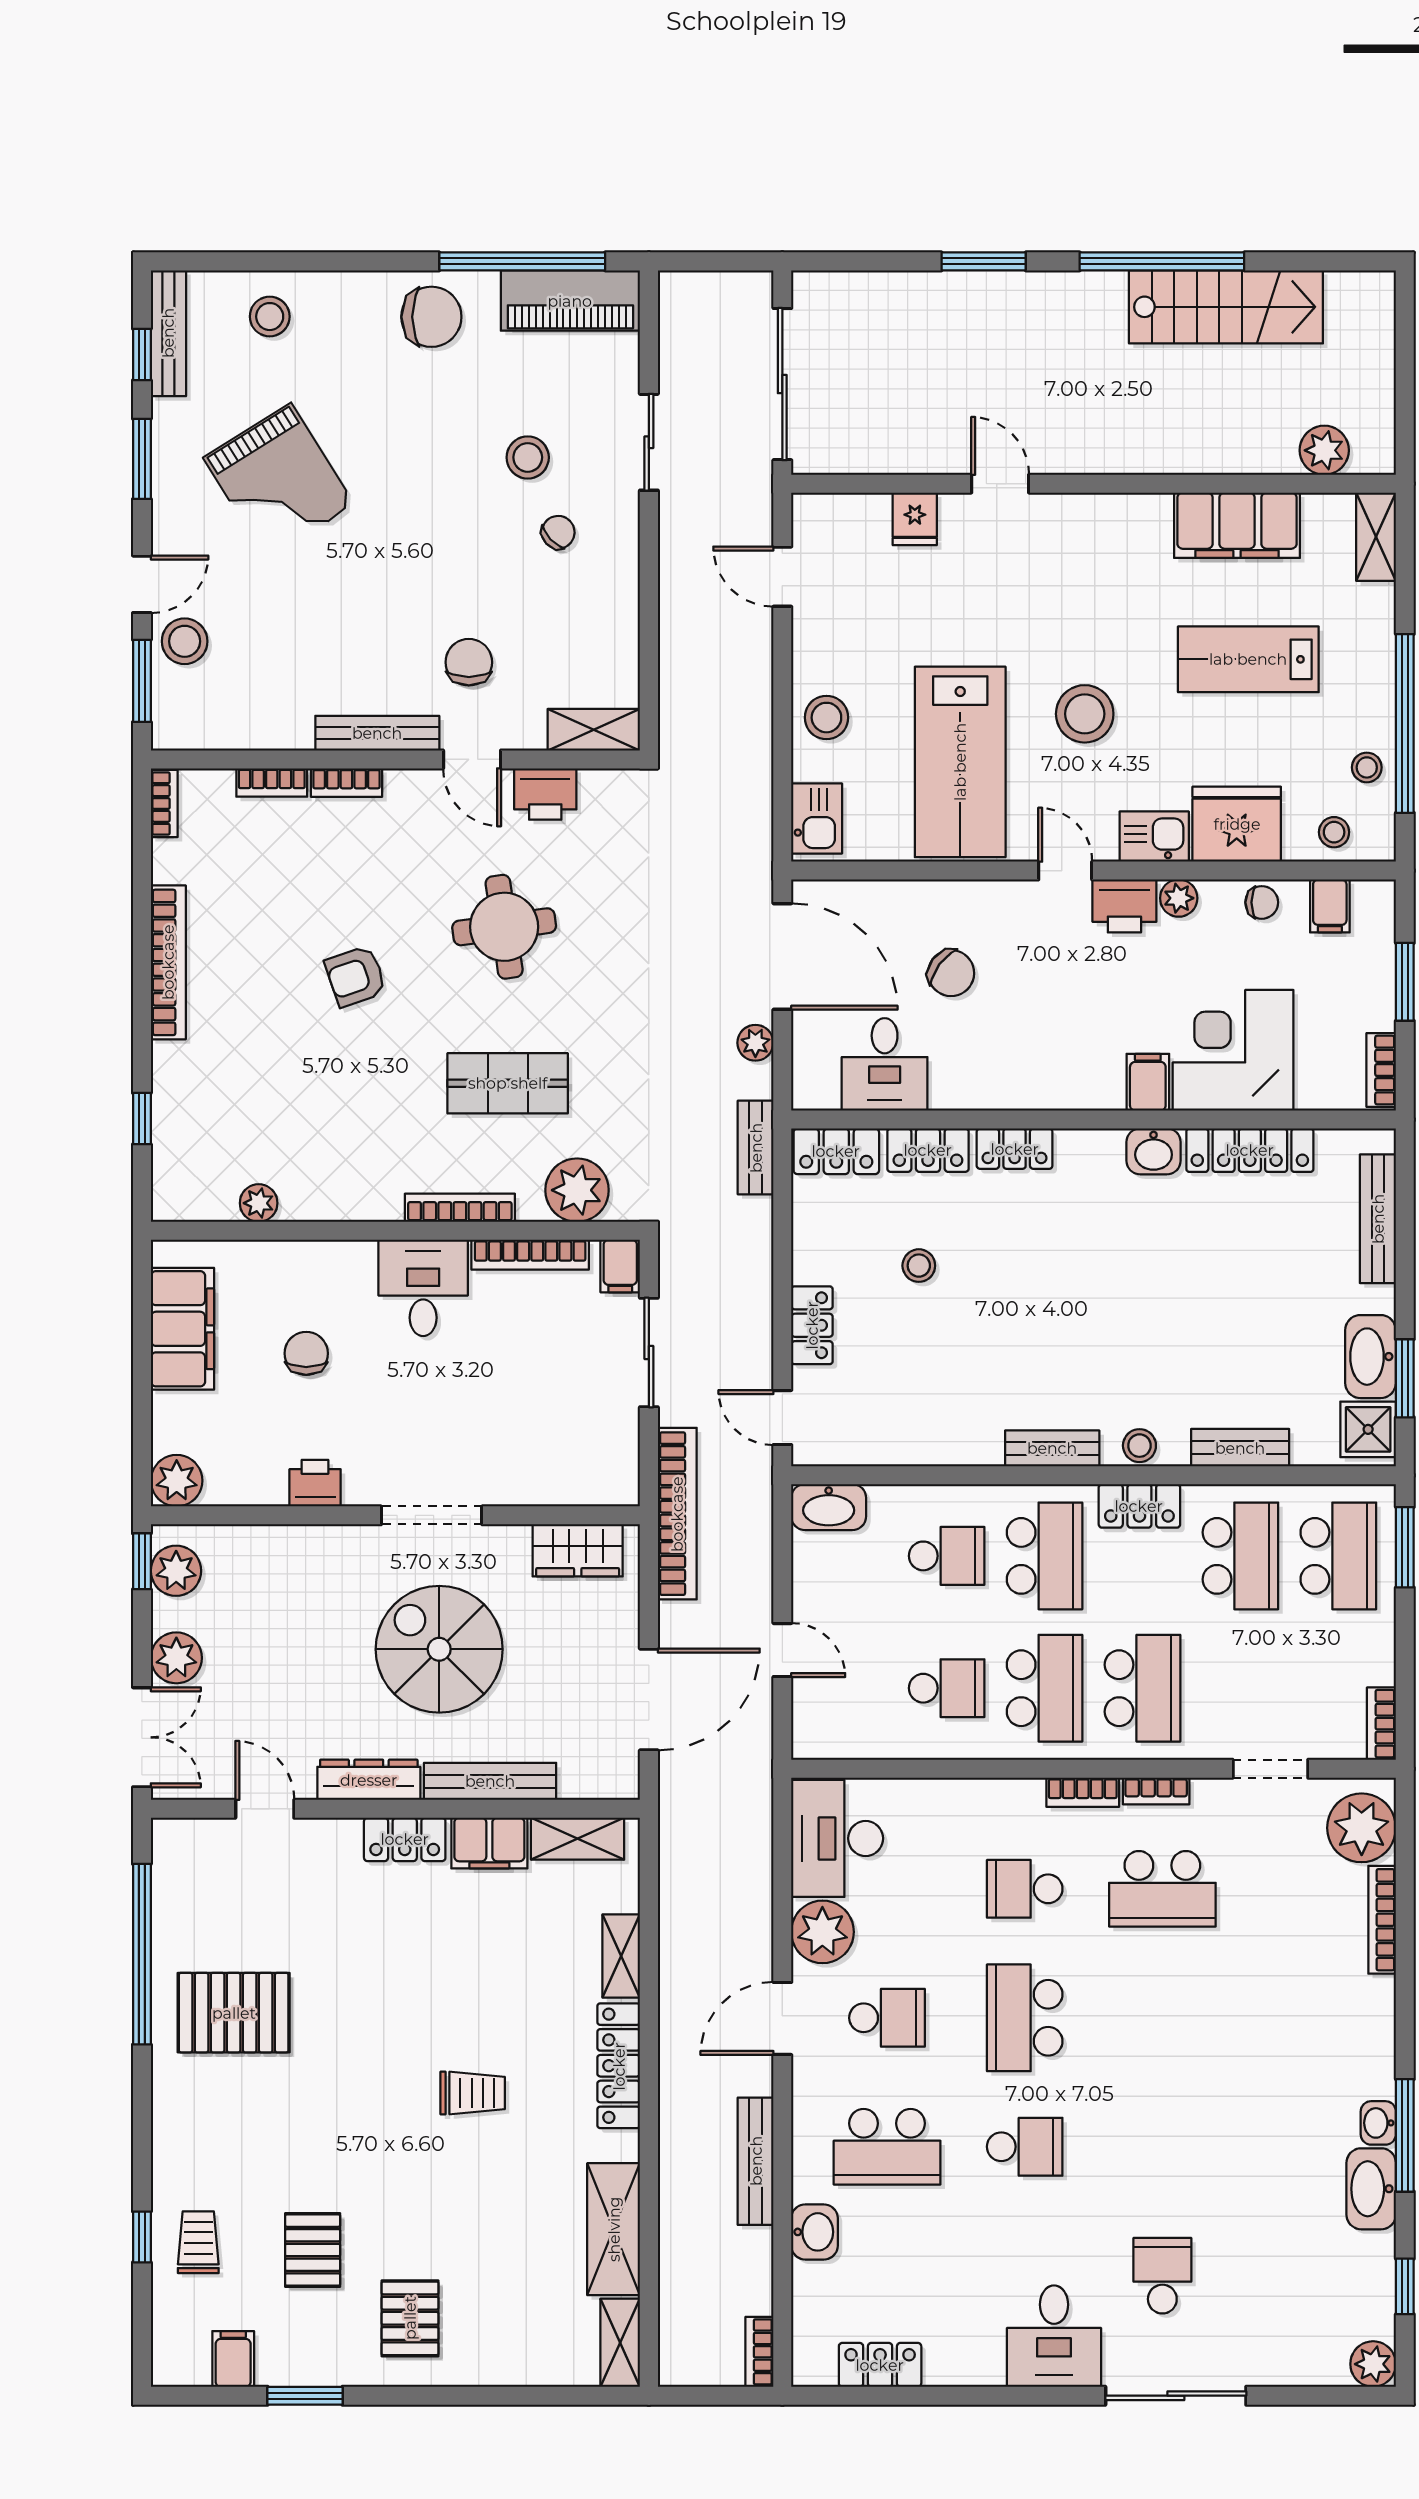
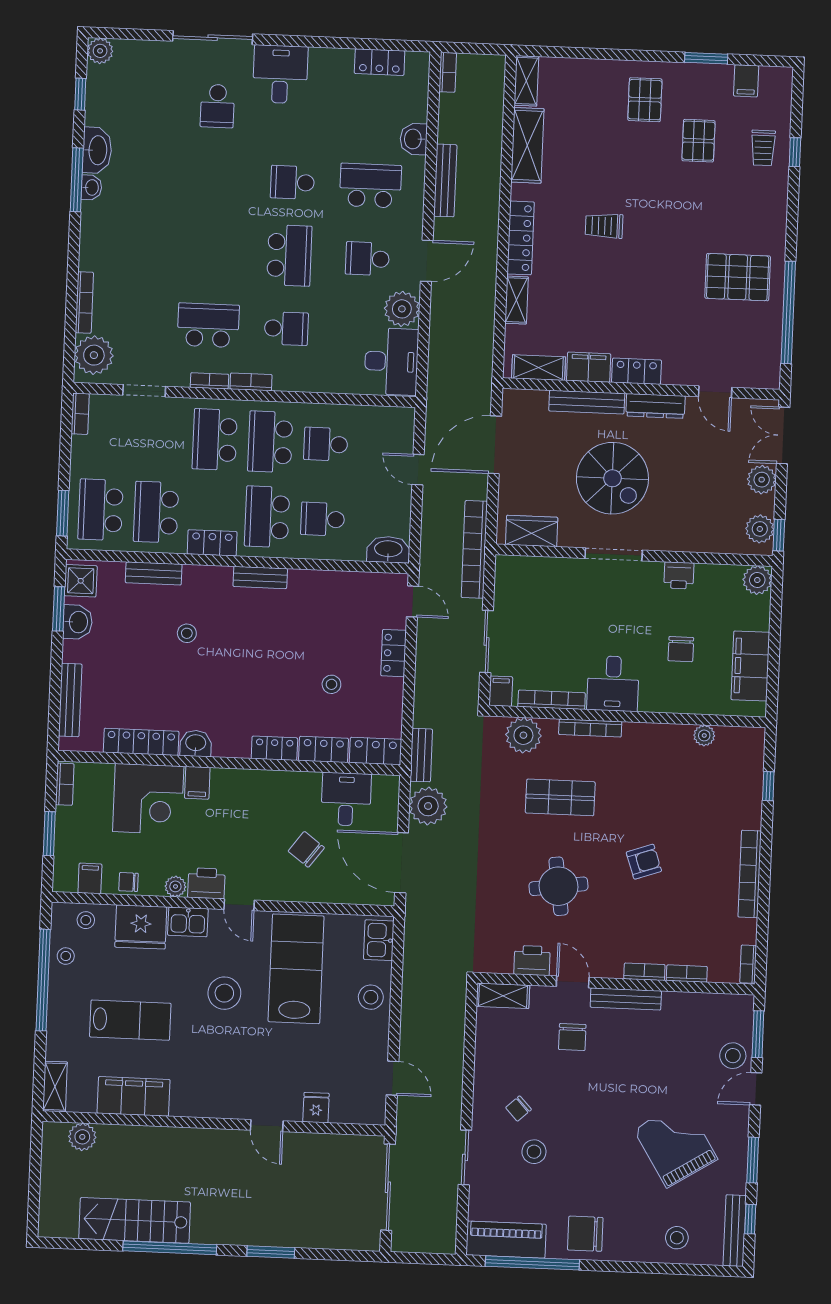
plant: (755, 1043) -> (428, 806), width x1.88, depth x1.88
washbasin: (1371, 1357) -> (78, 622), width x0.72
stool: (1139, 1446) -> (187, 633), moved

